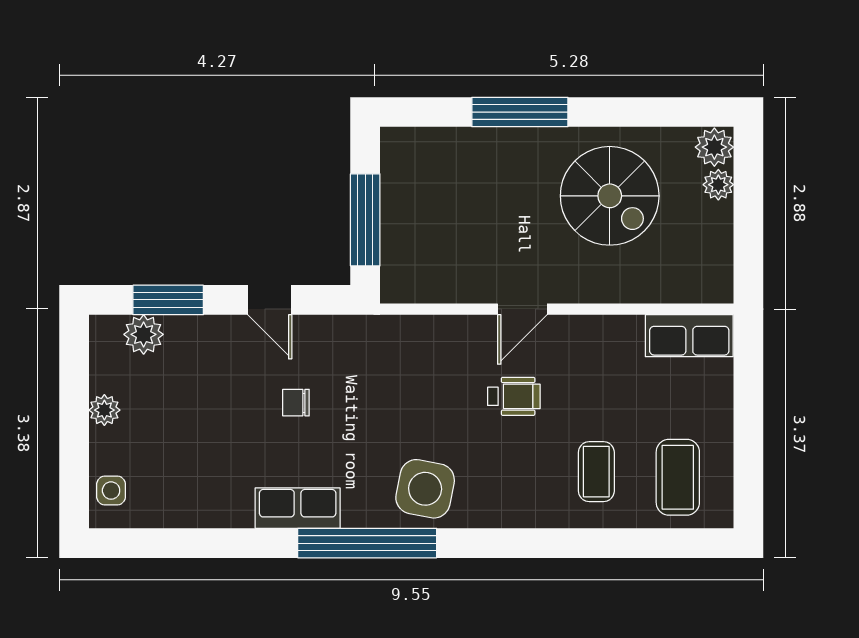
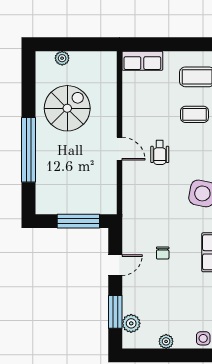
window: (520, 112) -> (29, 150), width x1.46
plant: (714, 147) -> (45, 60), removed
row of seats: (689, 336) -> (142, 61), moved, turned 90
wheelchair: (514, 396) -> (160, 152), turned 180

